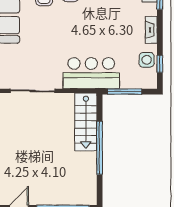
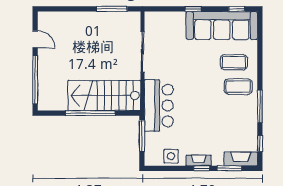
window: (160, 64) -> (202, 168), moved
stairs: (86, 122) -> (104, 95), width x1.36, depth x1.51

